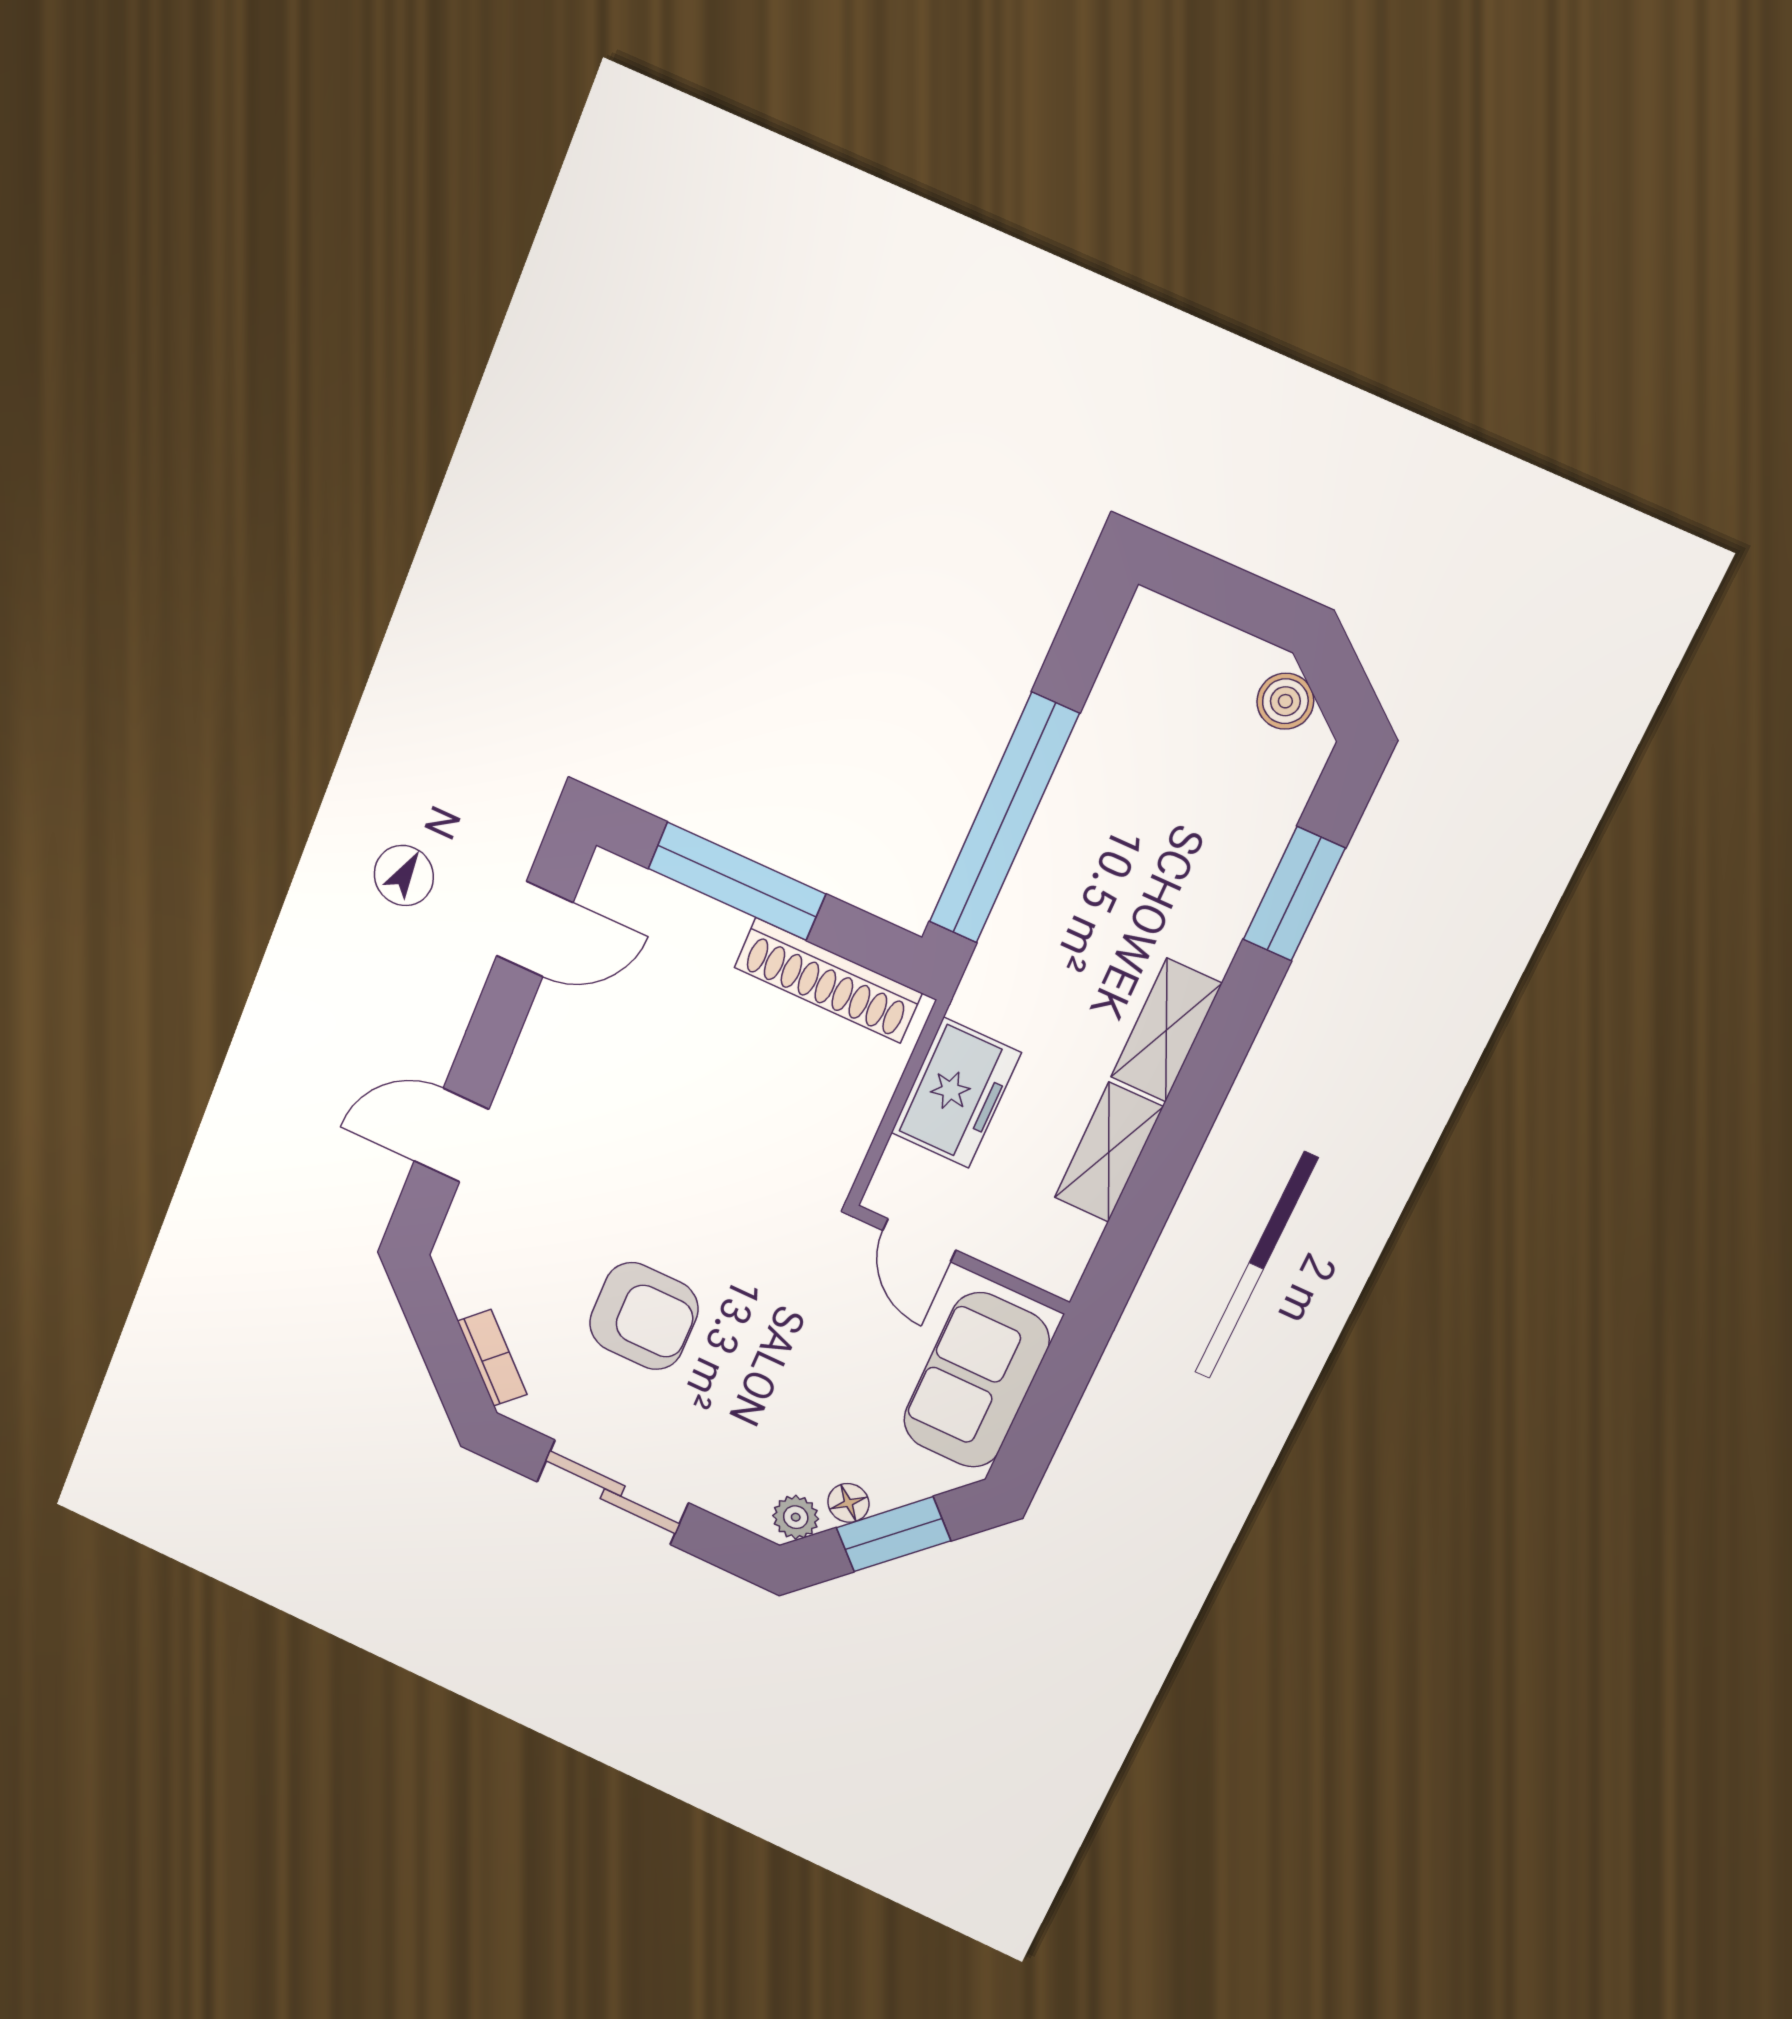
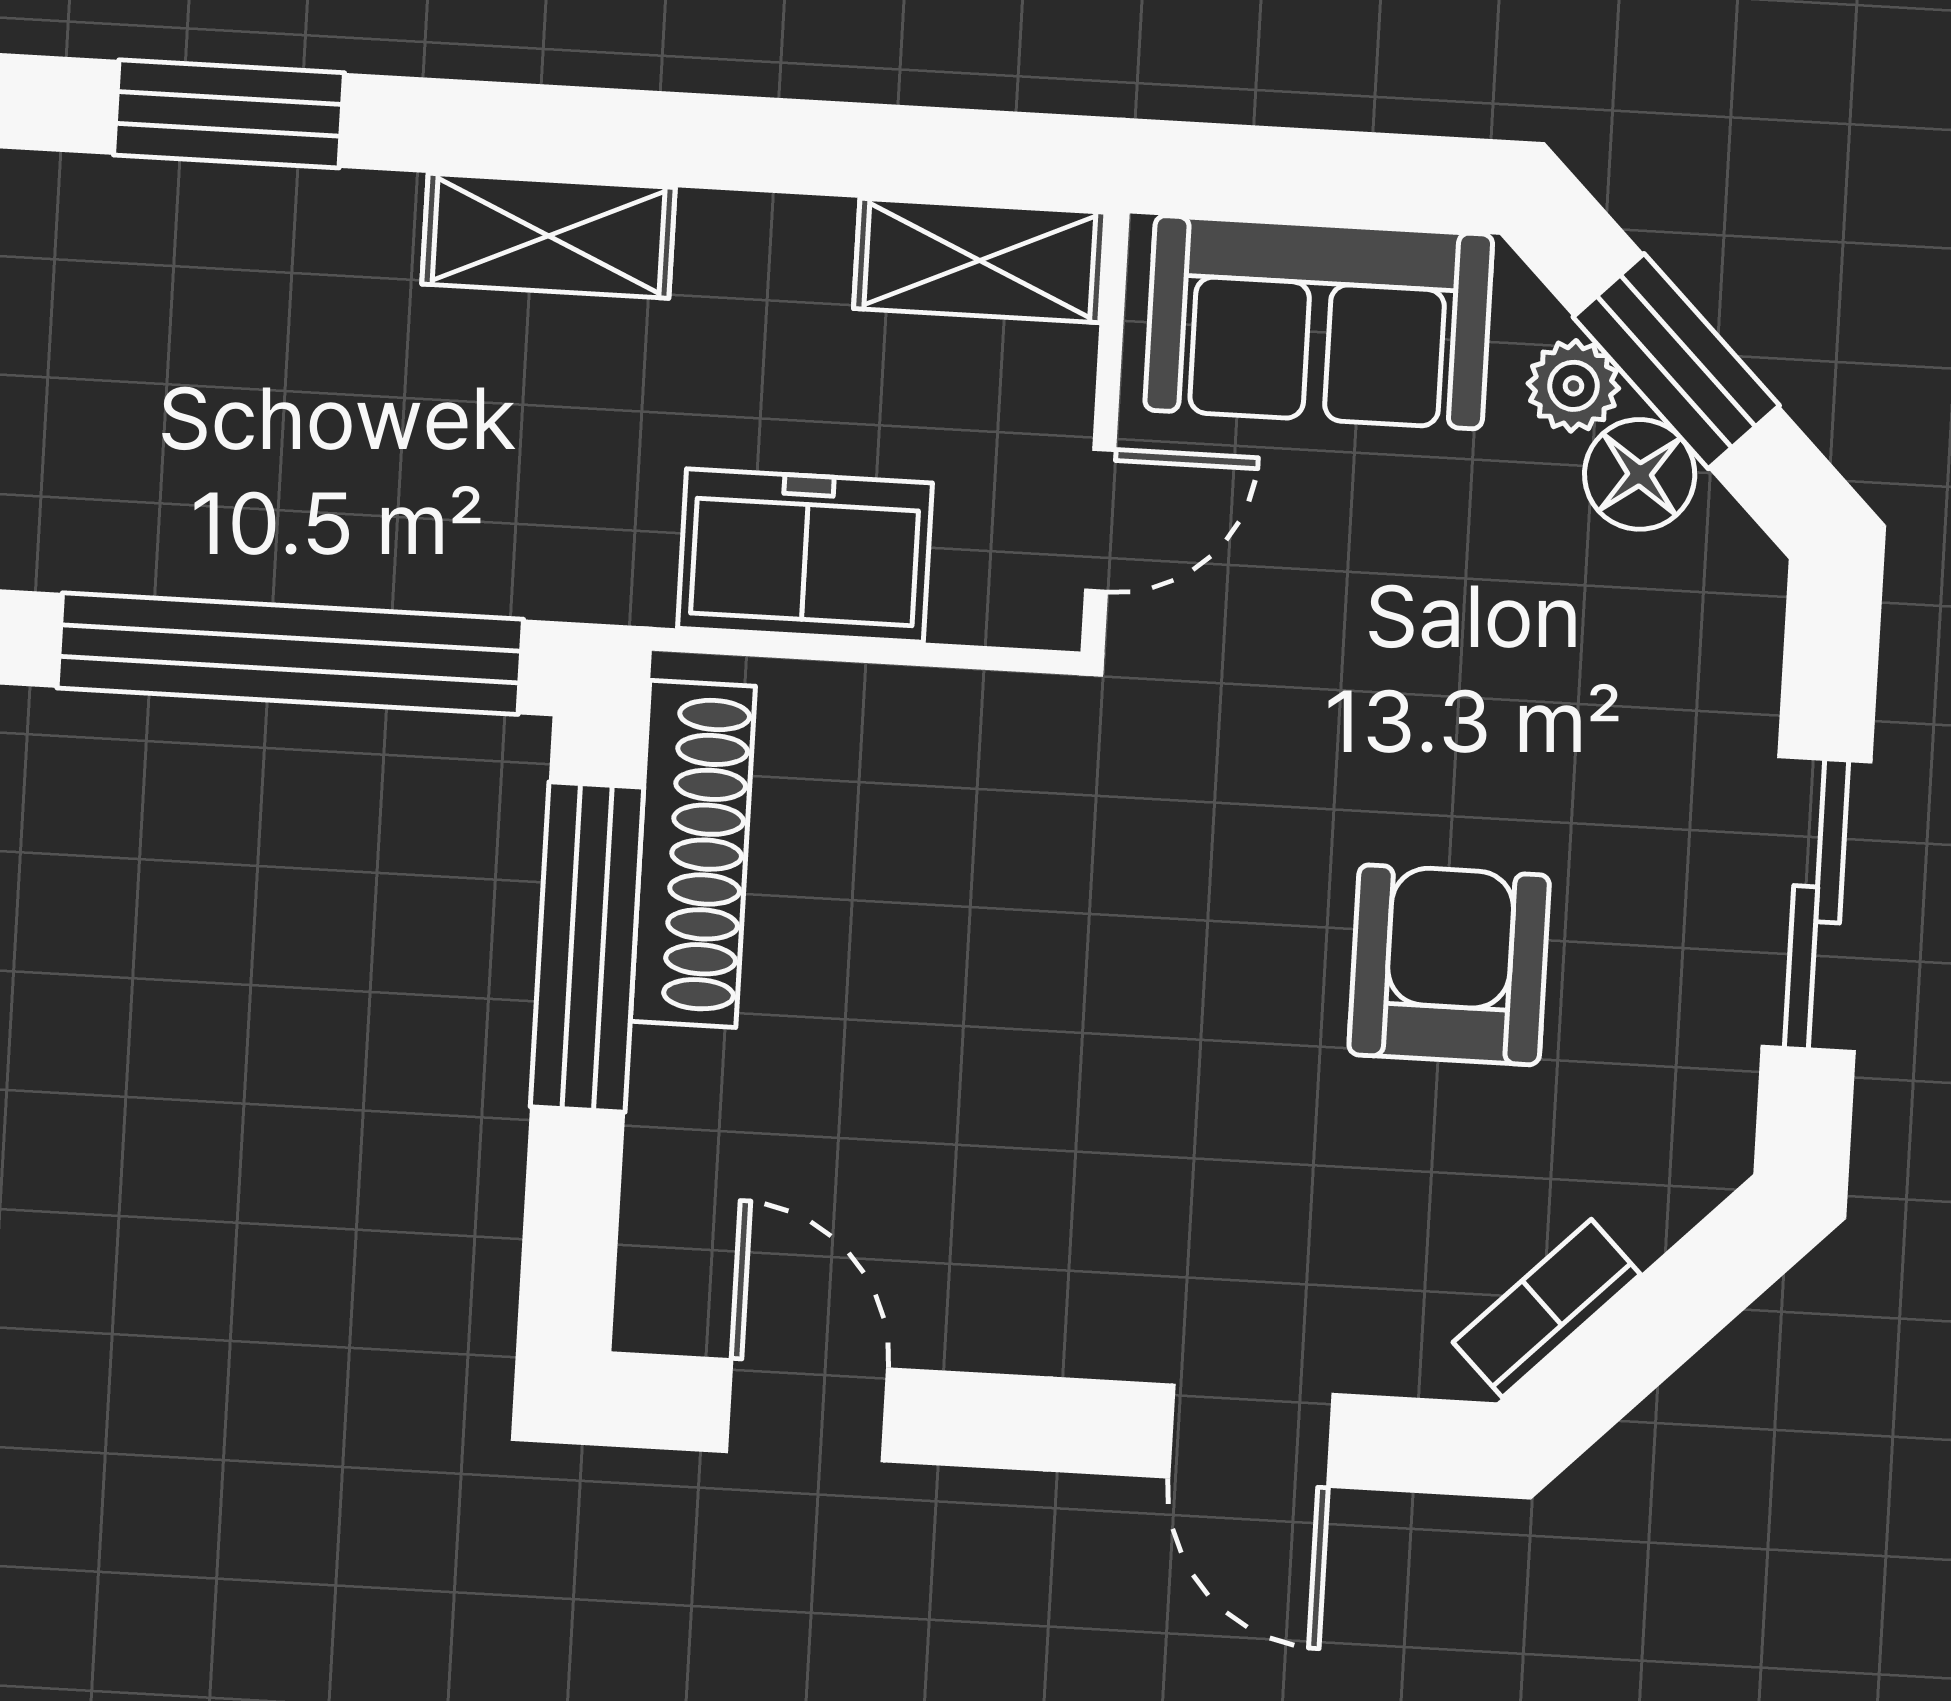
window: (737, 881) -> (587, 947), moved
shelving: (1109, 1152) -> (980, 260), moved
bookcase: (492, 1358) -> (1547, 1308), moved
floor lamp: (848, 1503) -> (1640, 474), width x1.37, depth x1.37
plant: (796, 1517) -> (1573, 386), moved

